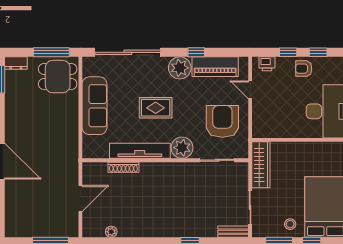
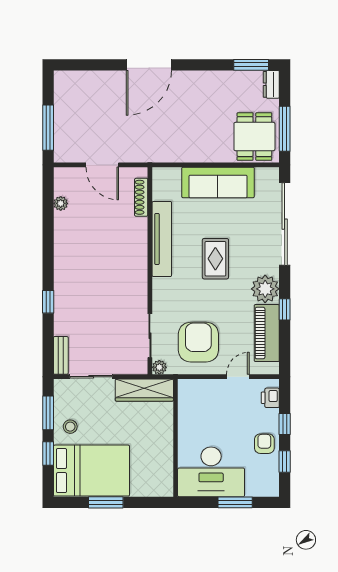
armchair: (222, 121) -> (198, 342), turned -90
plant: (182, 148) -> (159, 367), moved, width x0.53, depth x0.53
shoe rack: (123, 167) -> (141, 197), moved

